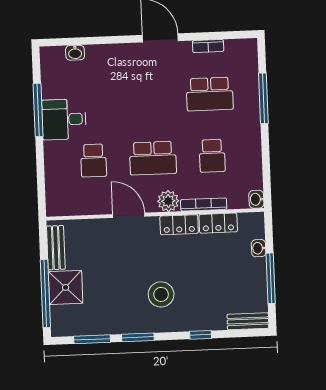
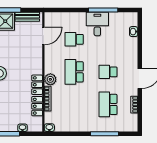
school desk: (212, 156) -> (108, 72), moved
door: (129, 215) -> (43, 36), moved

